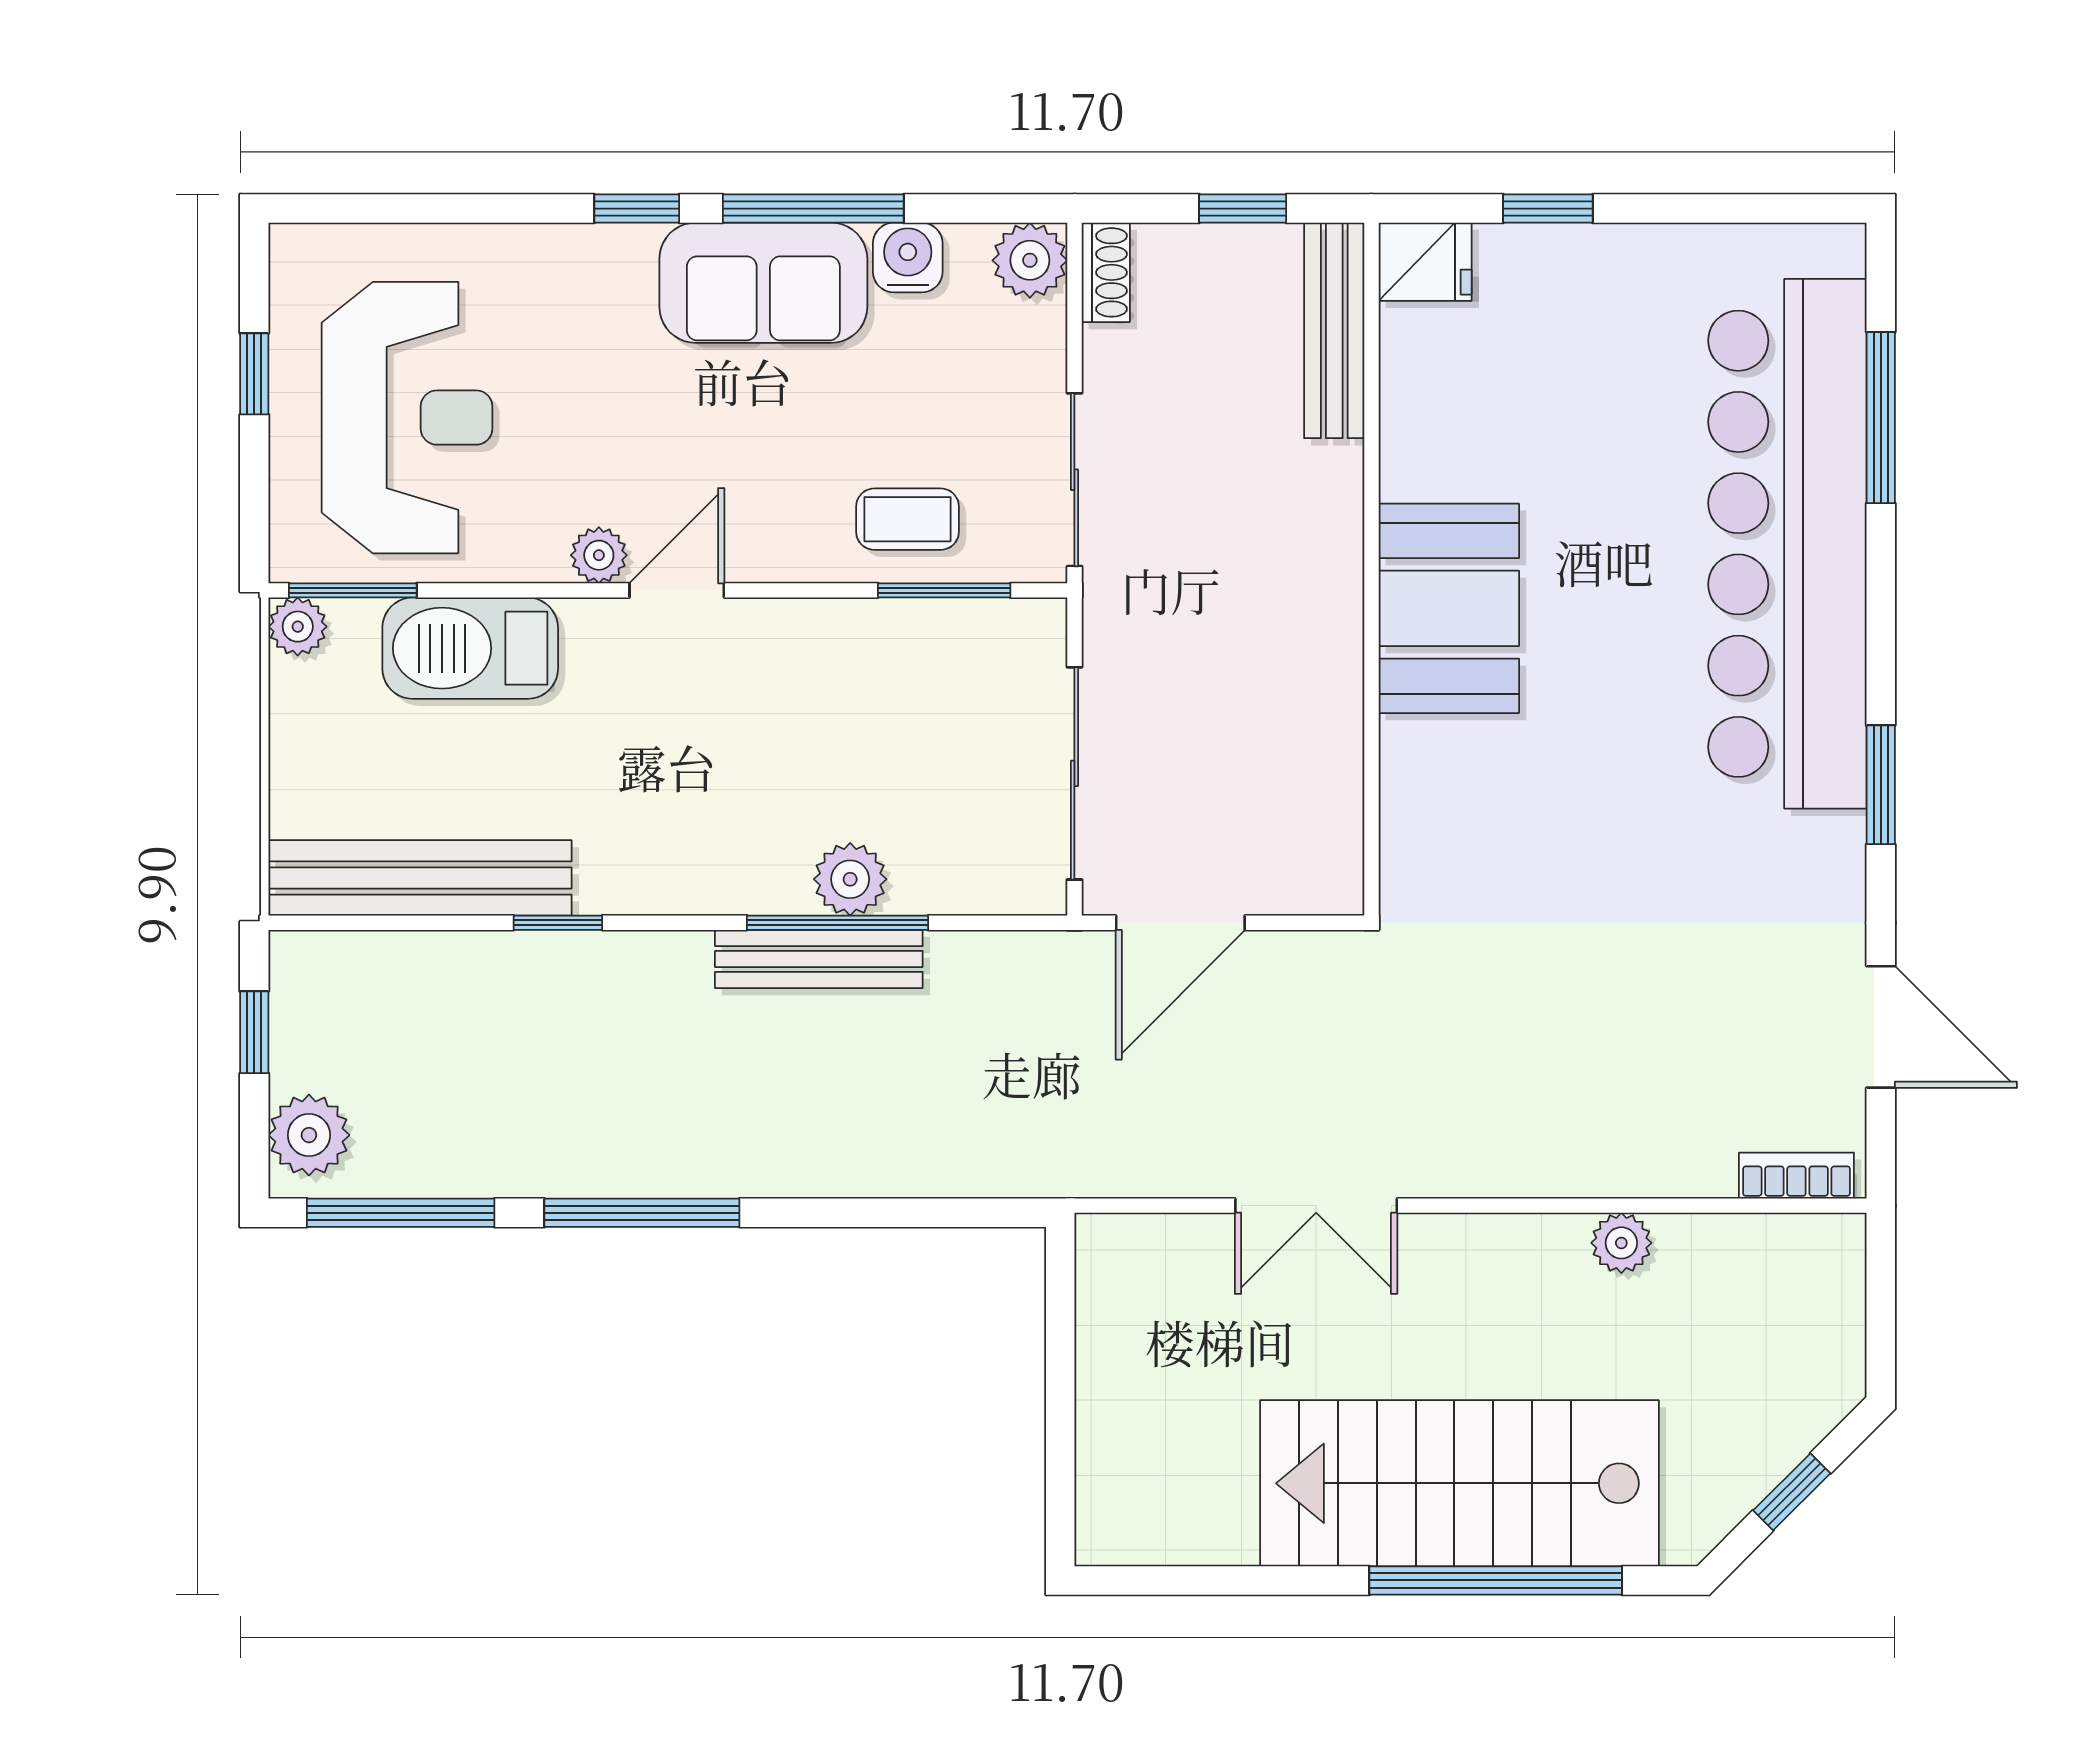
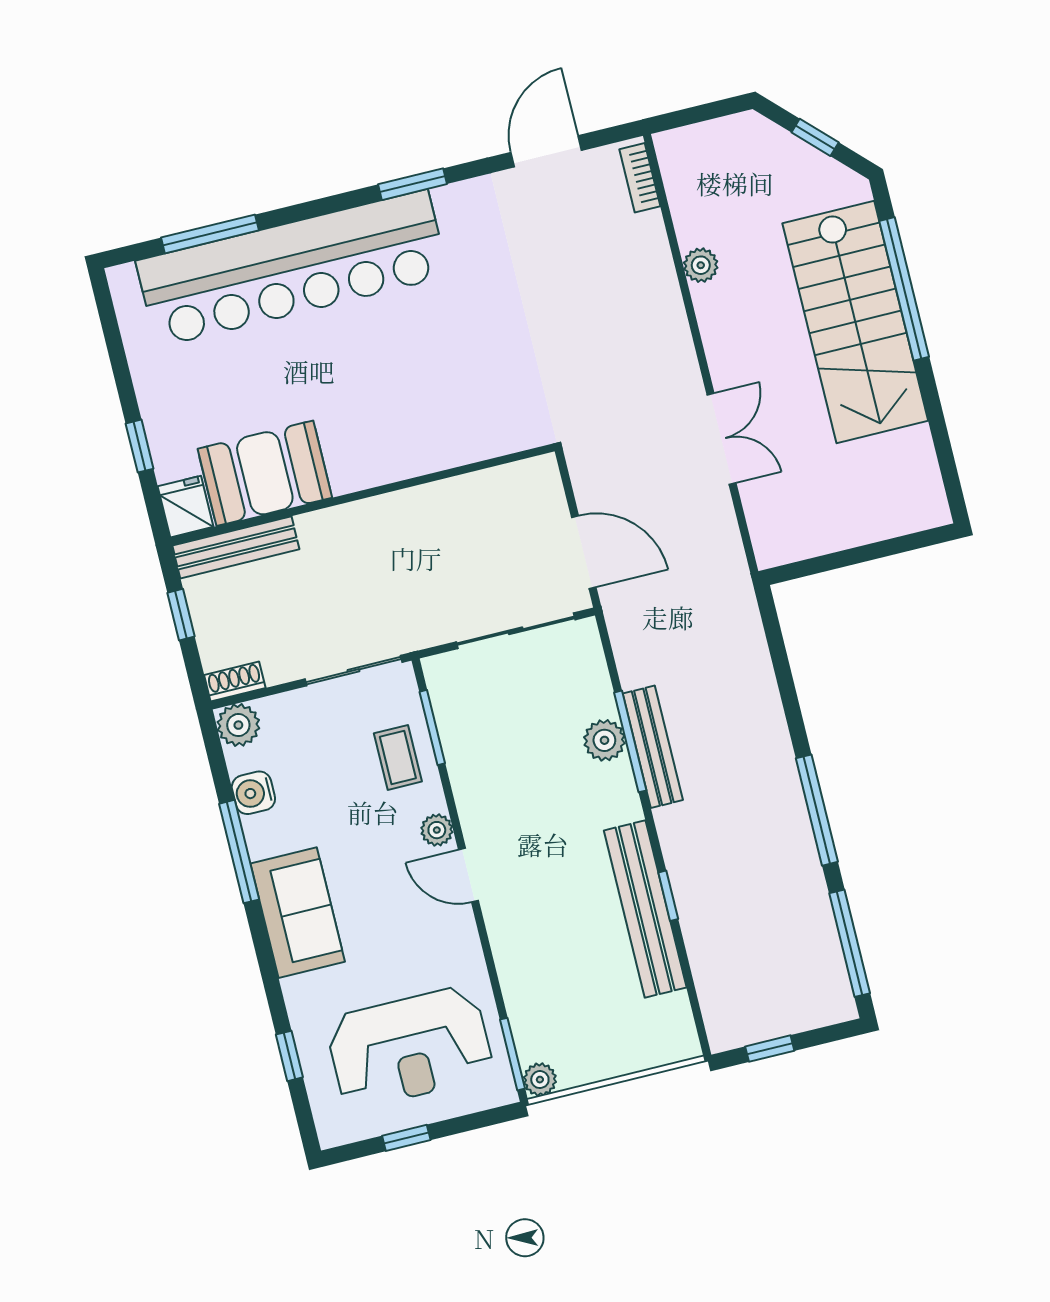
window: (637, 209) -> (289, 1056), moved
sofa: (763, 283) -> (298, 913), moved
reception desk: (407, 418) -> (410, 1048), turned 180
plant: (599, 555) -> (437, 830), moved
booth: (1449, 608) -> (265, 473), moved
barbecue: (470, 648) -> (528, 981), removed
bench: (420, 878) -> (645, 909), moved
plant: (309, 1135) -> (819, 1004), removed

